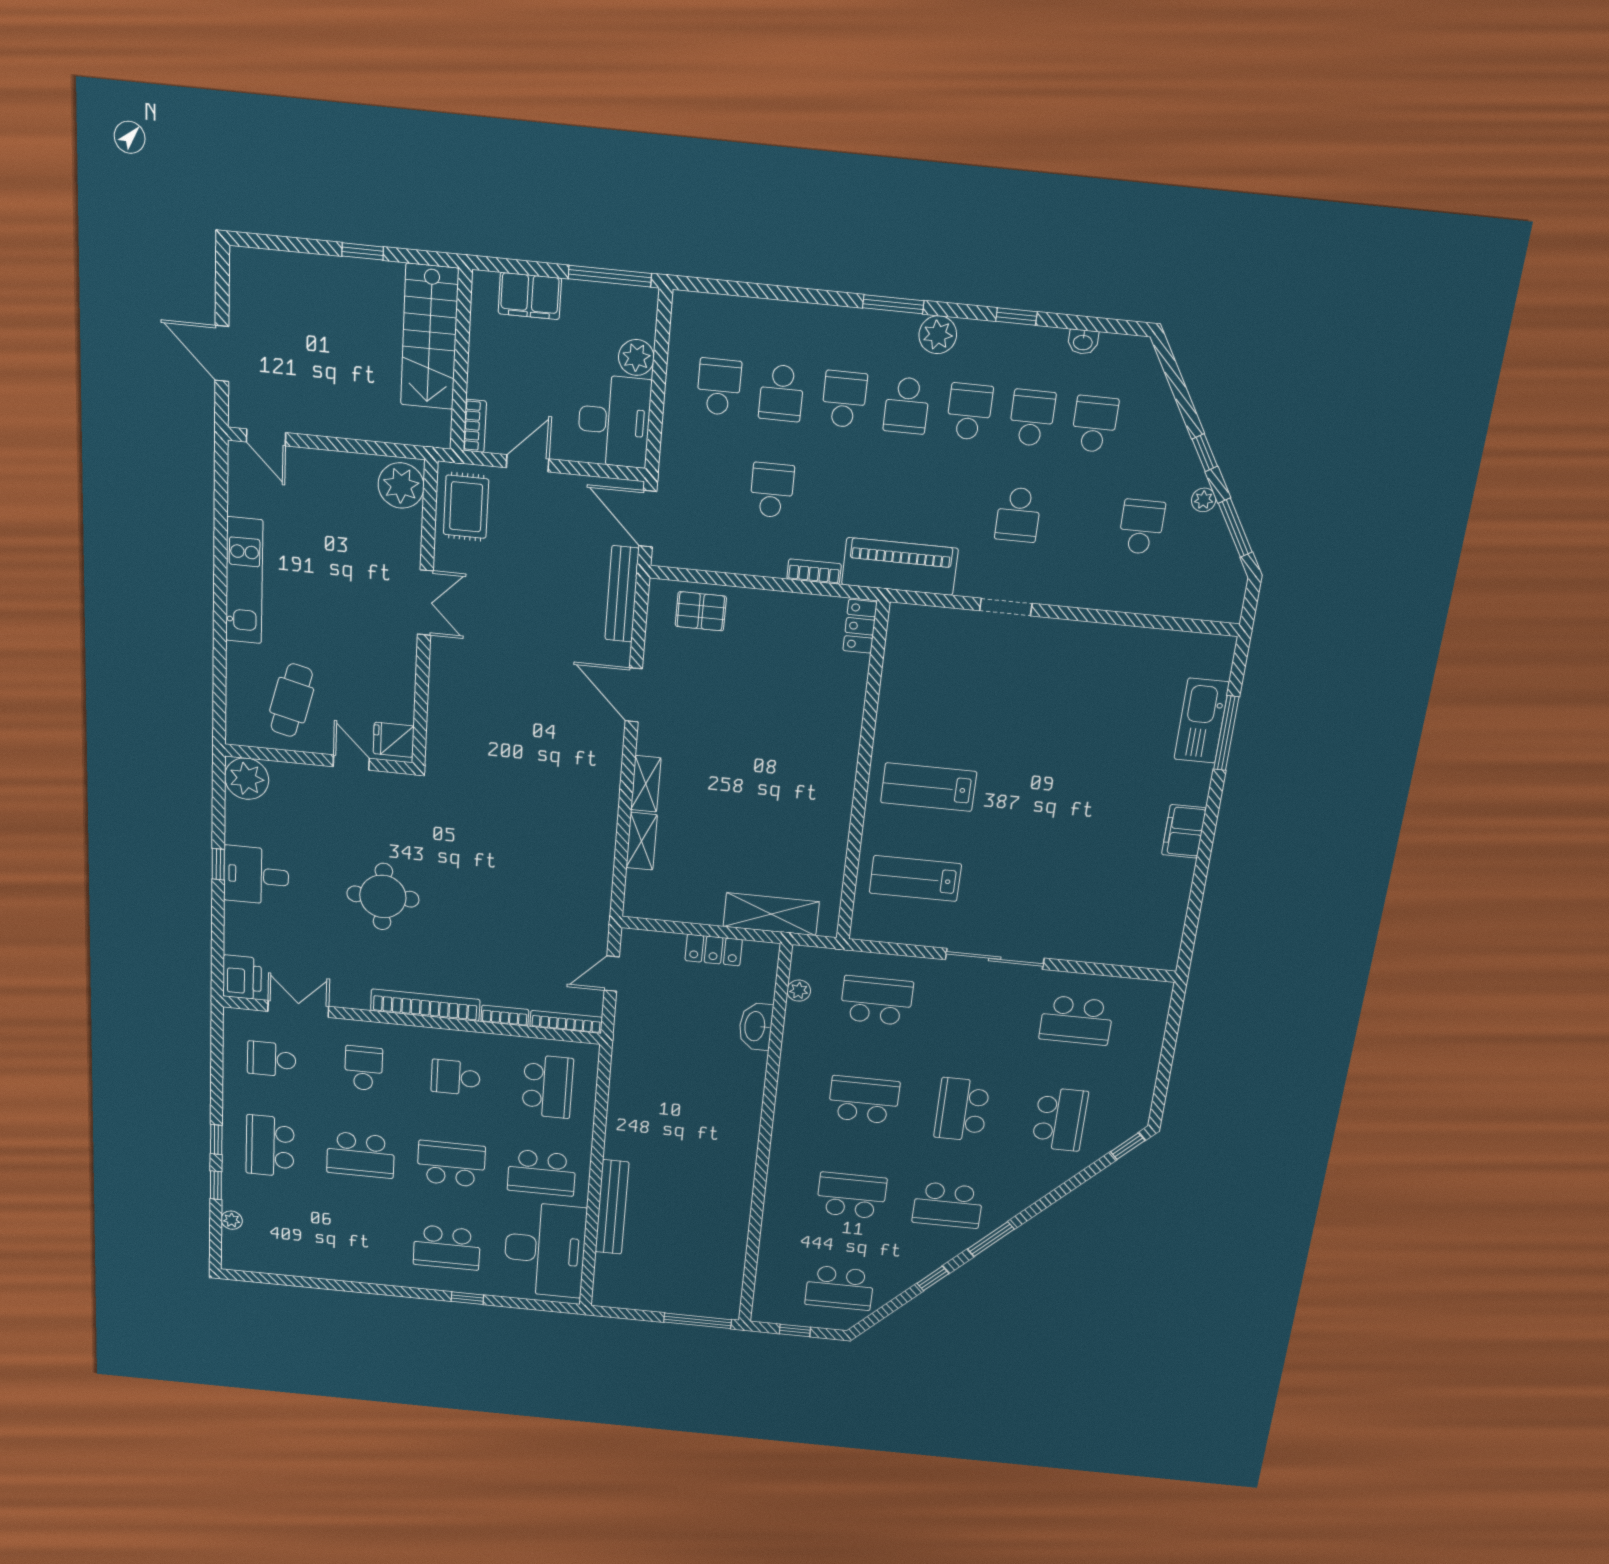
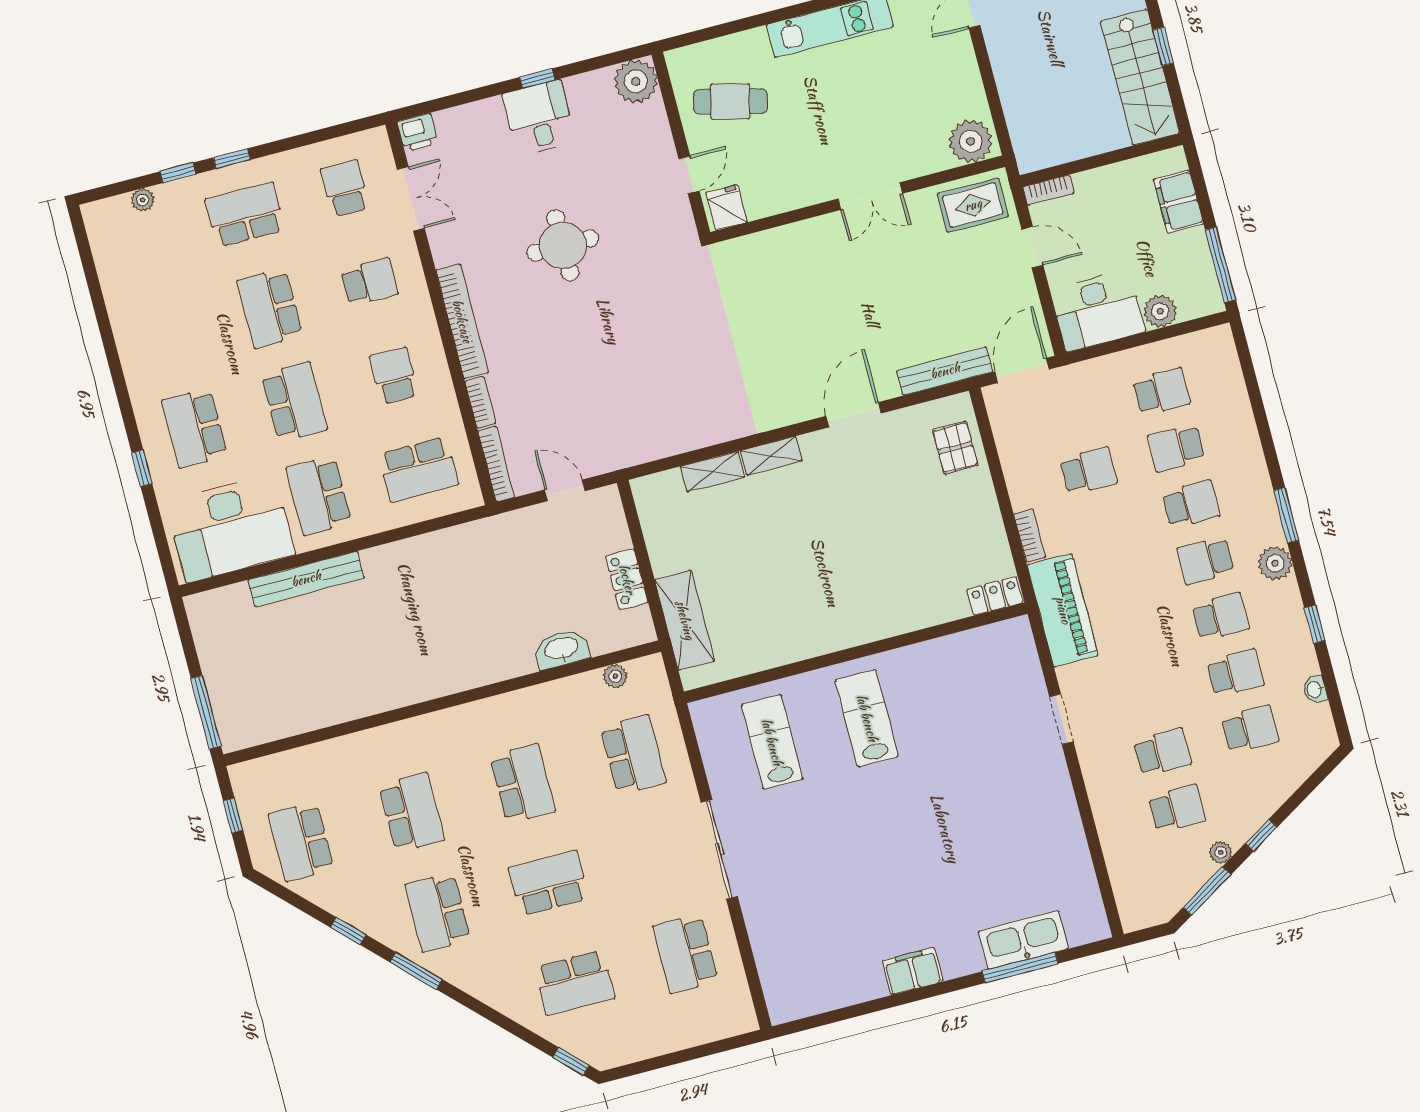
stairs: (430, 337) -> (1140, 77), moved, turned -90
school desk: (1018, 515) -> (1162, 752), moved, turned 180
printer: (242, 977) -> (417, 132), width x0.73, depth x0.81

